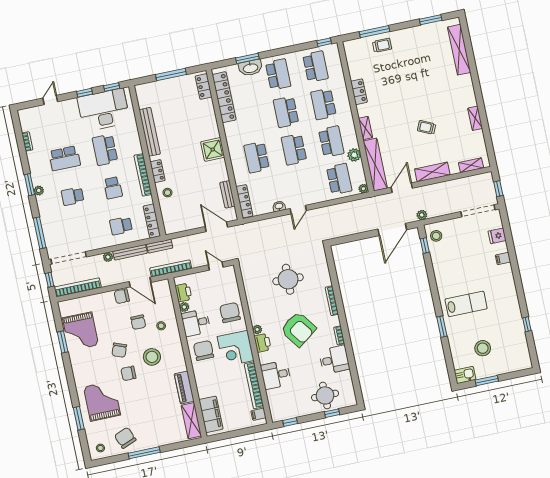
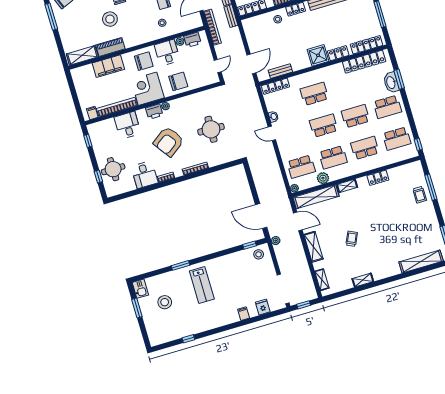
locker: (204, 86) -> (367, 45), width x1.53
locker: (212, 126) -> (338, 53), added
stool: (152, 357) -> (110, 19), moved
filing cabinet: (211, 414) -> (108, 66), moved

